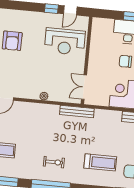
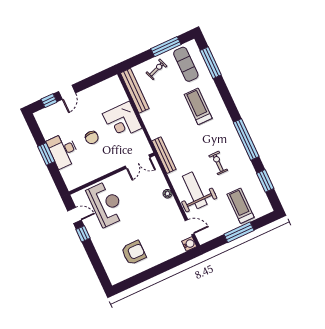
weight bench: (34, 120) -> (195, 190), added
exercise bike: (54, 162) -> (218, 163), moved

